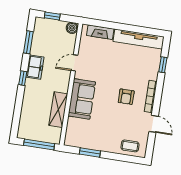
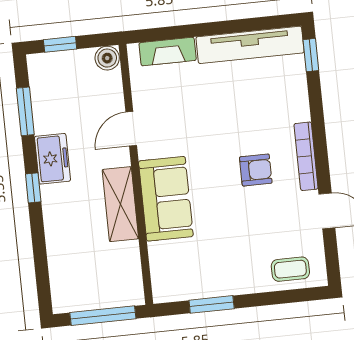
window: (163, 65) -> (311, 55), moved
armchair: (126, 97) -> (256, 170), turned -90
shelving: (58, 110) -> (120, 204), moved

